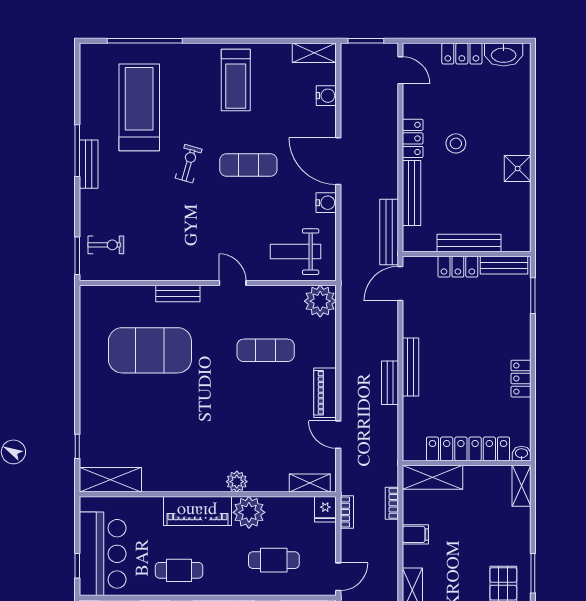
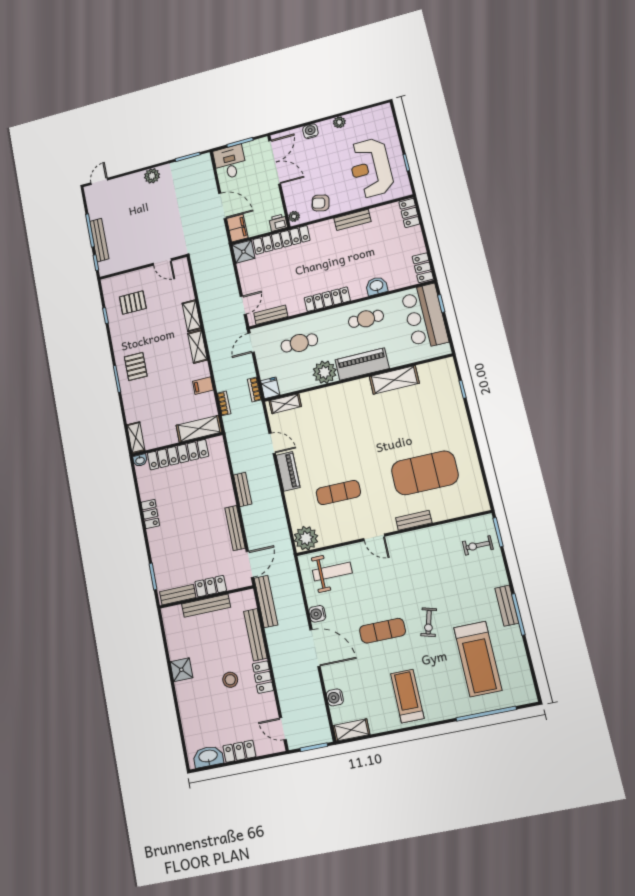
bench: (411, 367) -> (235, 528), moved
shelving: (110, 480) -> (394, 380), moved
plant: (237, 482) -> (338, 392), removed

